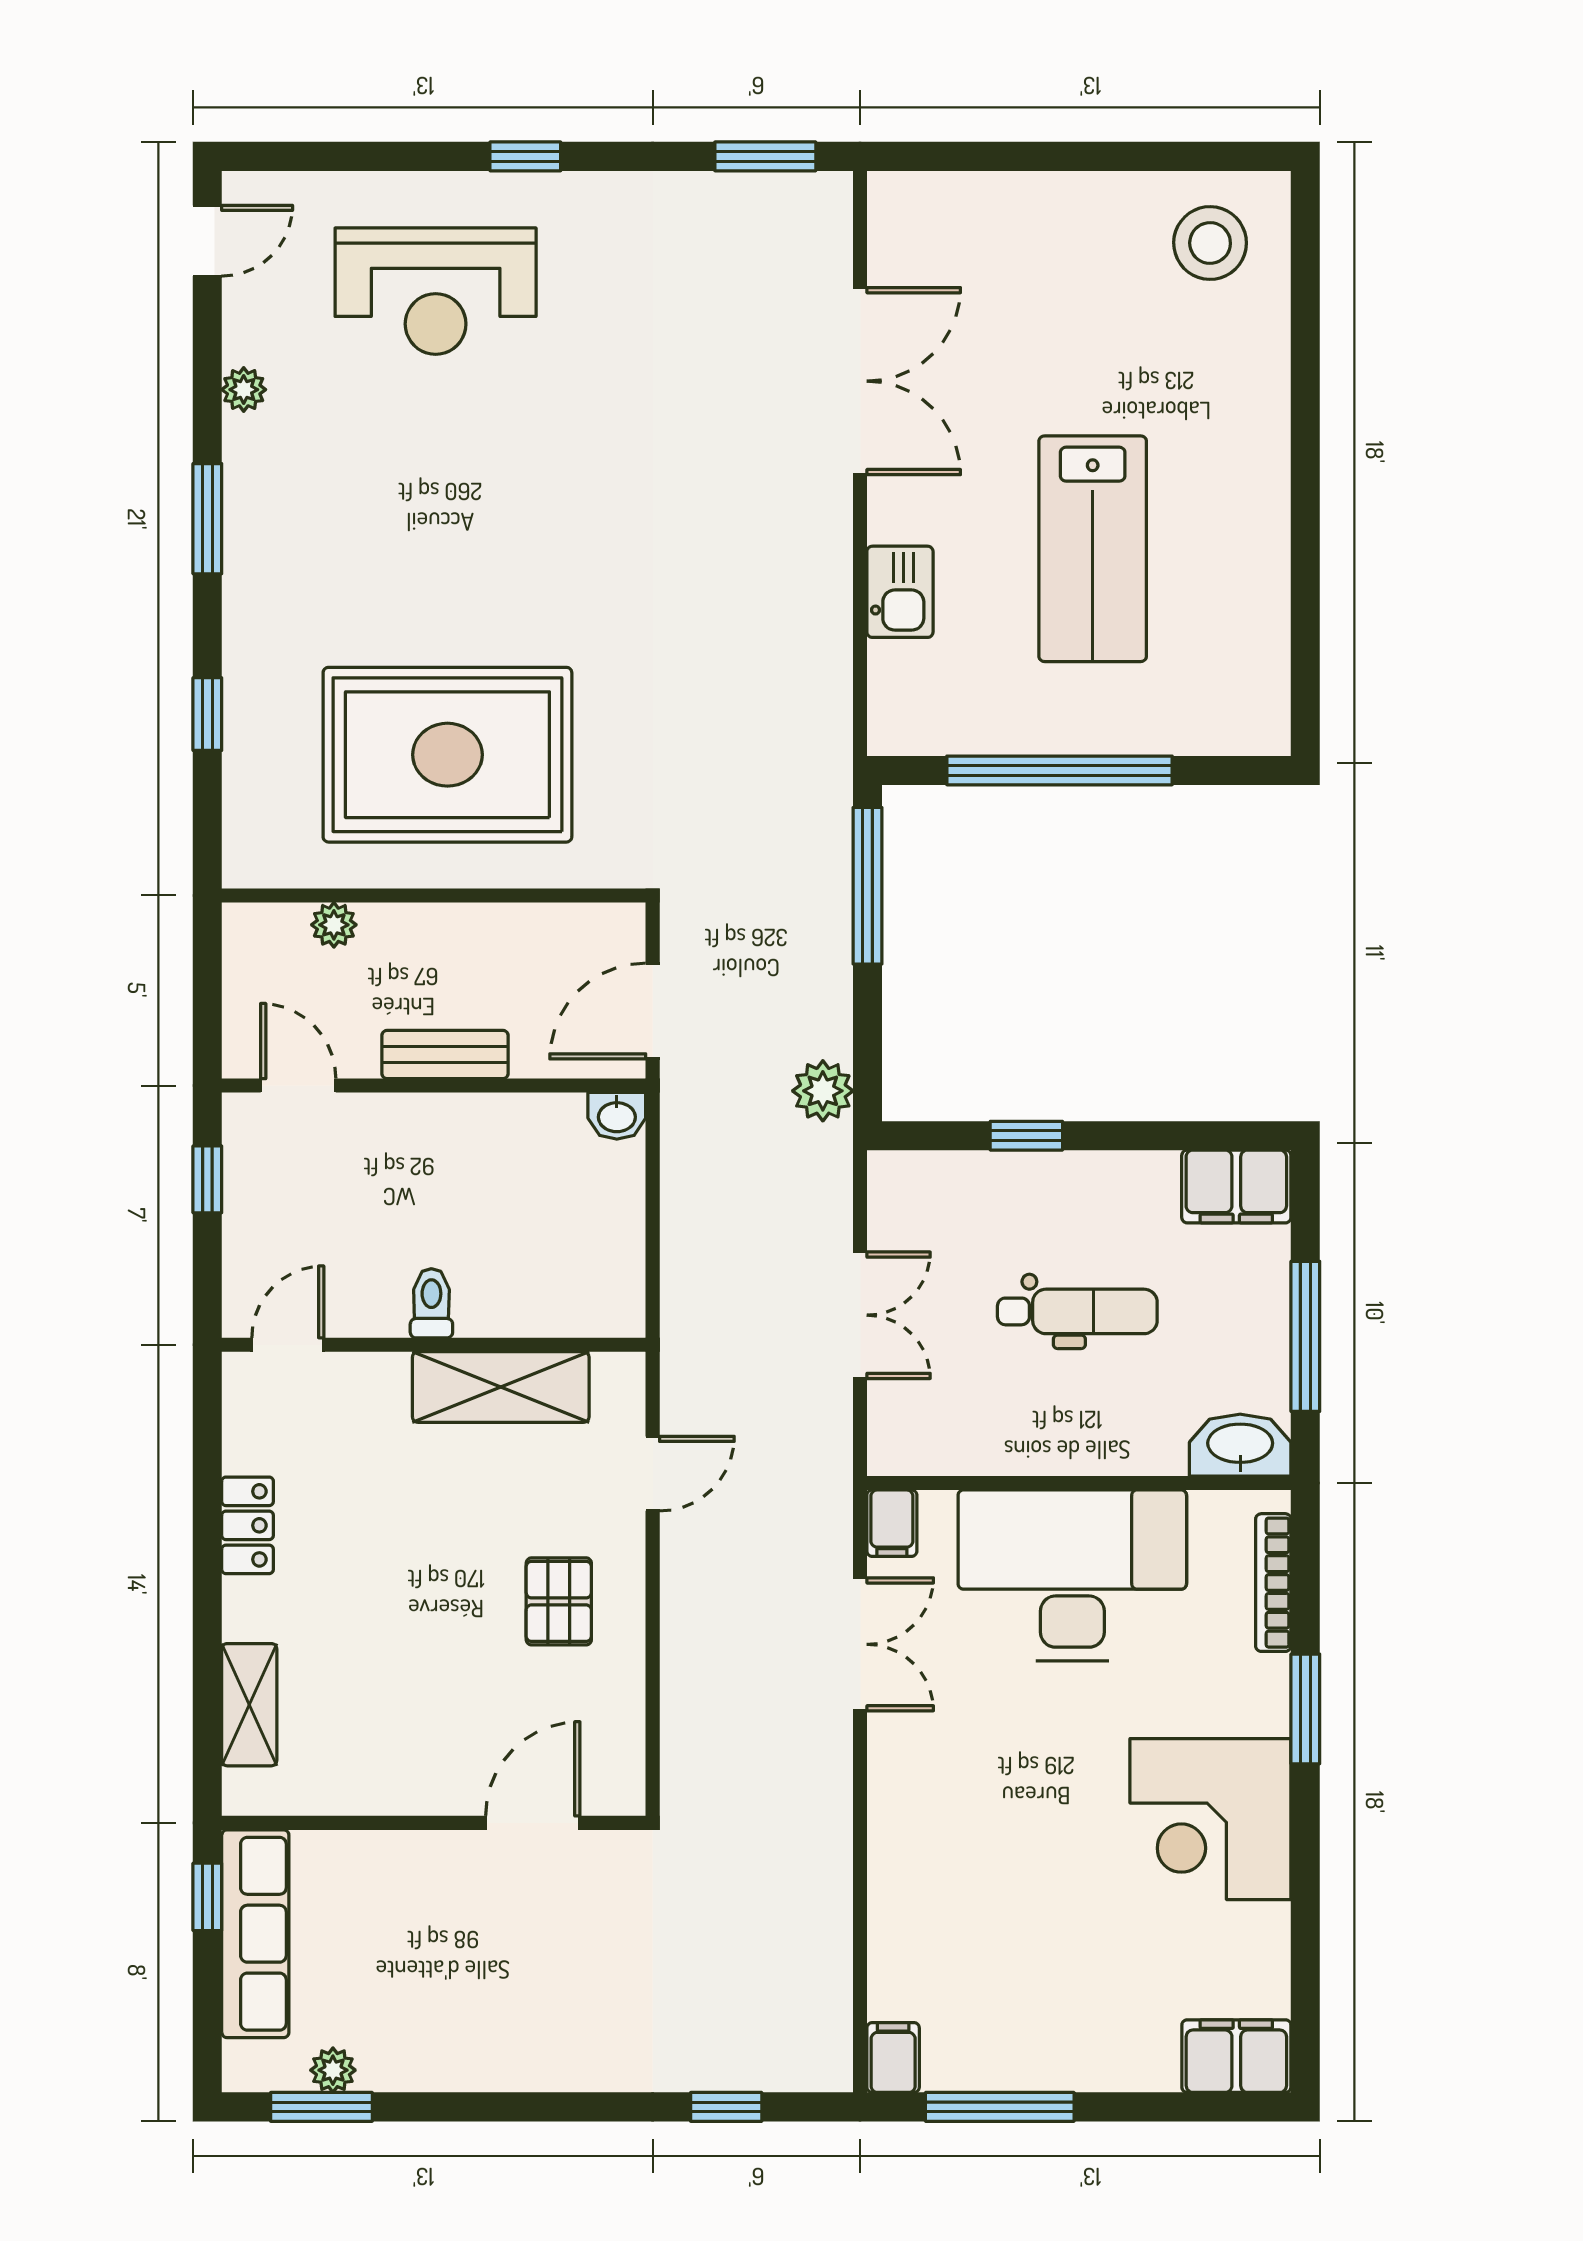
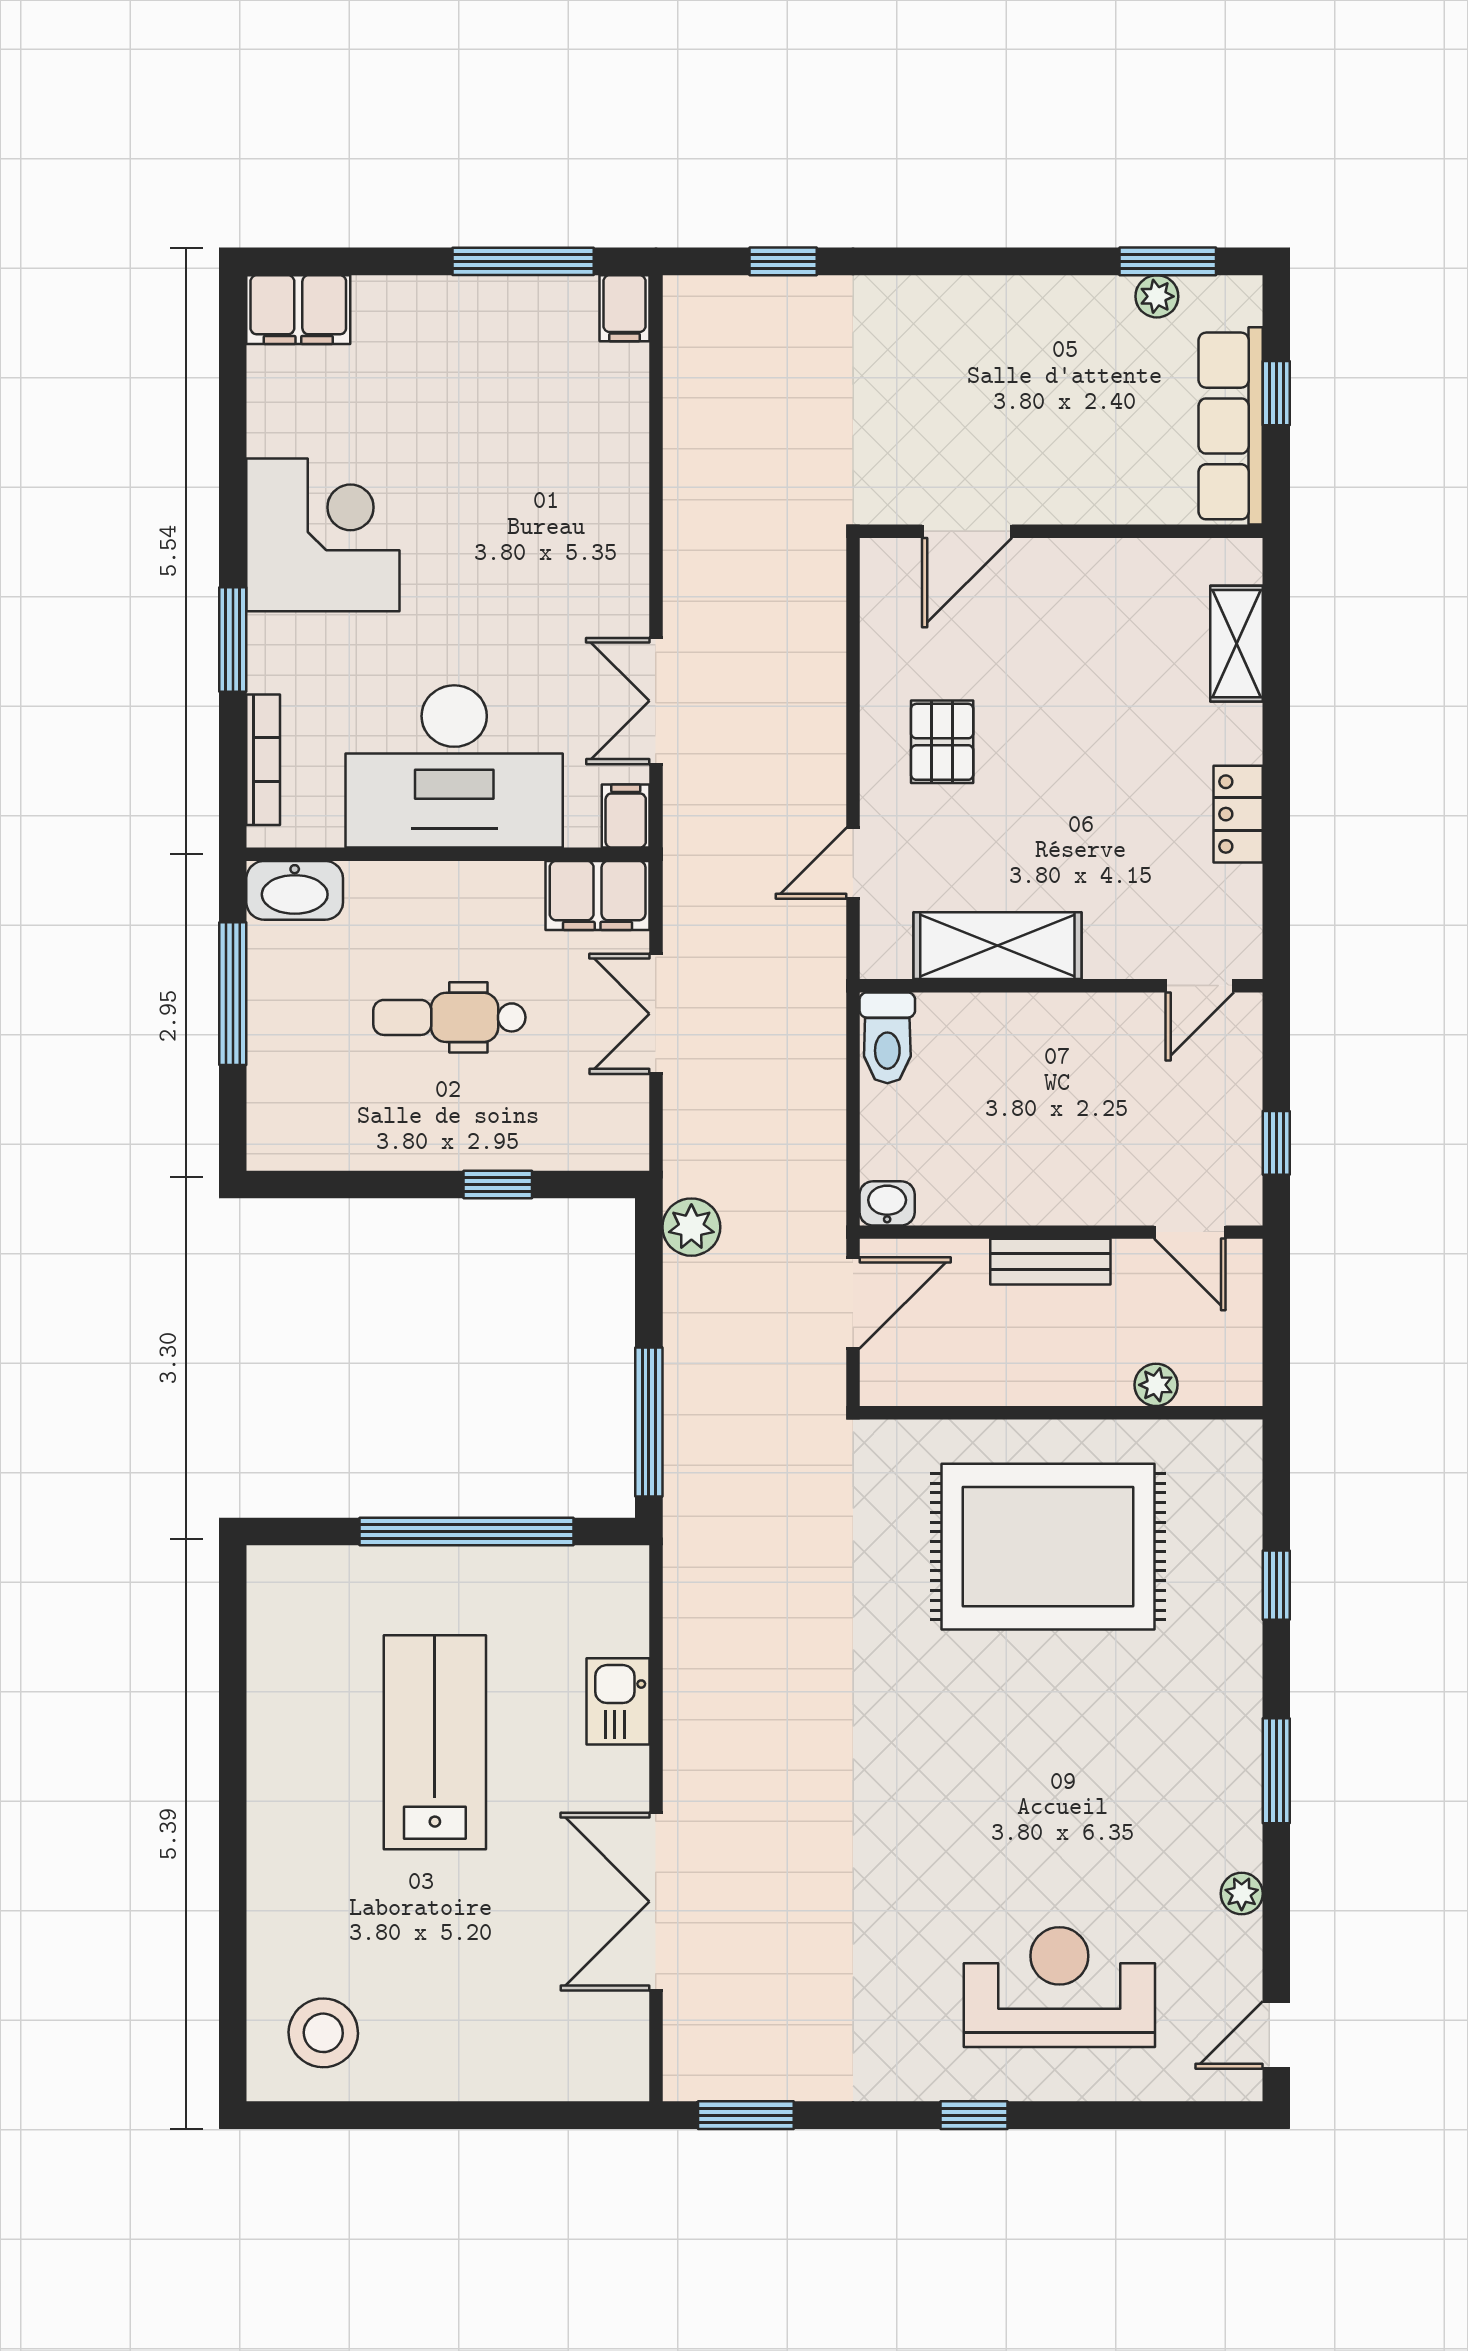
filing cabinet: (1236, 1186) -> (598, 895), moved, turned 180
toilet: (431, 1303) -> (887, 1038), moved, width x1.37, depth x1.39
window: (207, 1897) -> (1276, 393), moved

